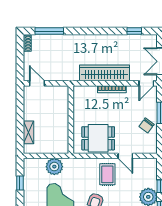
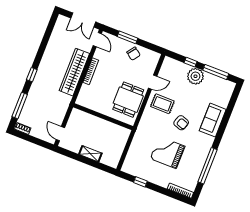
window: (134, 31) -> (32, 75), moved
door: (37, 83) -> (60, 134), hinge flipped
shelving: (29, 132) -> (90, 154), moved
plant: (54, 167) -> (138, 147), removed

